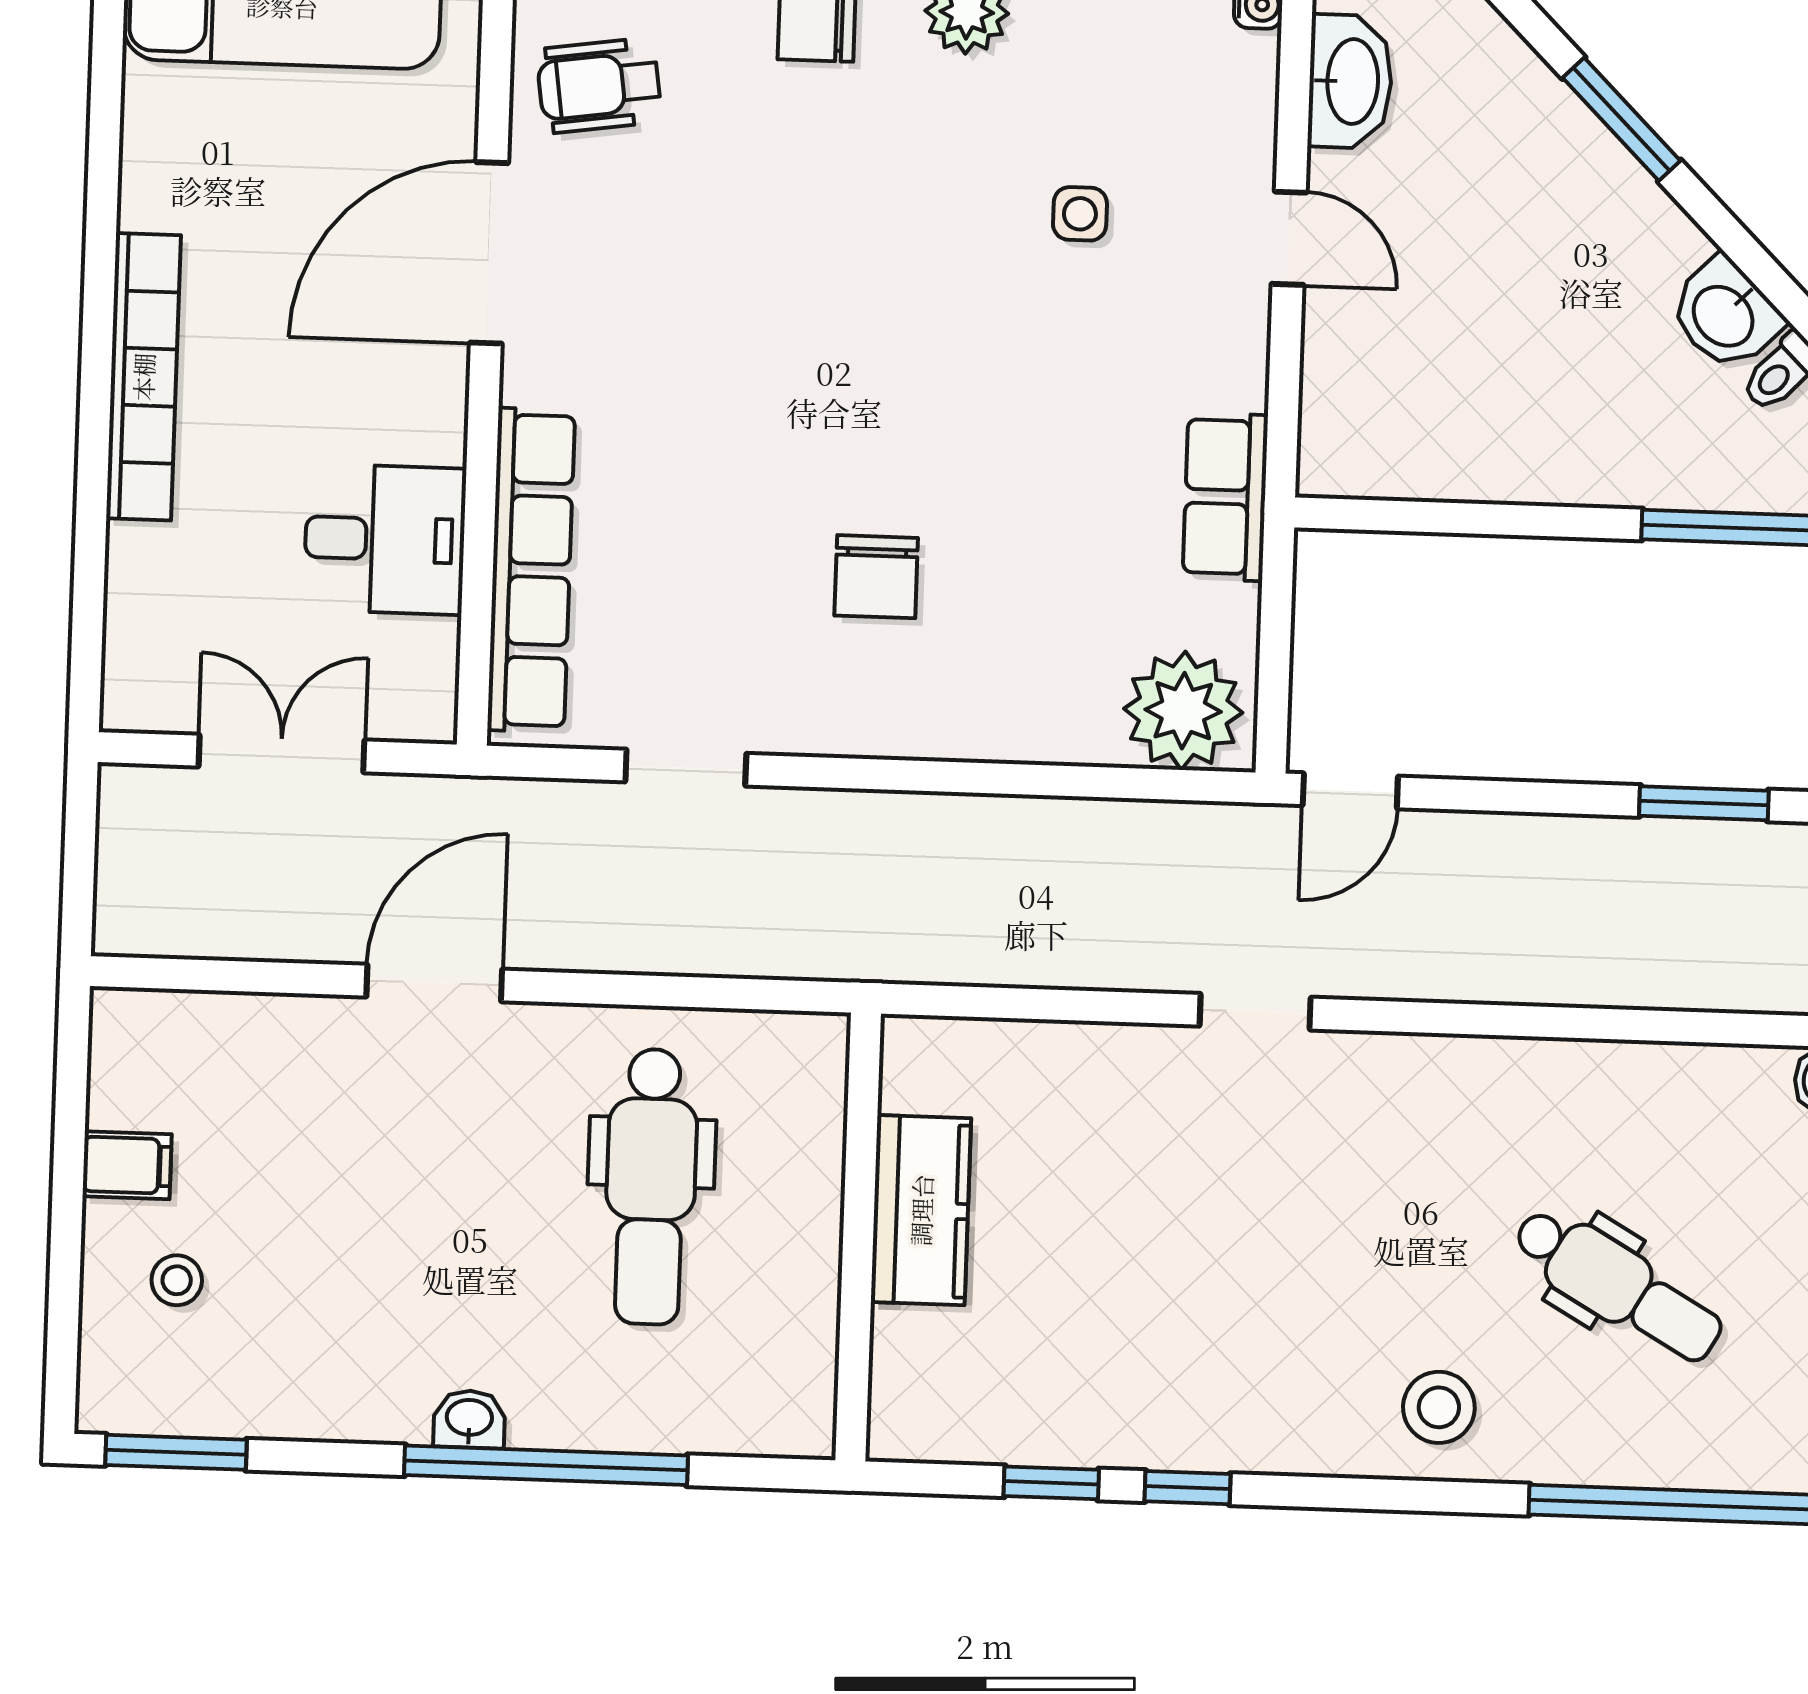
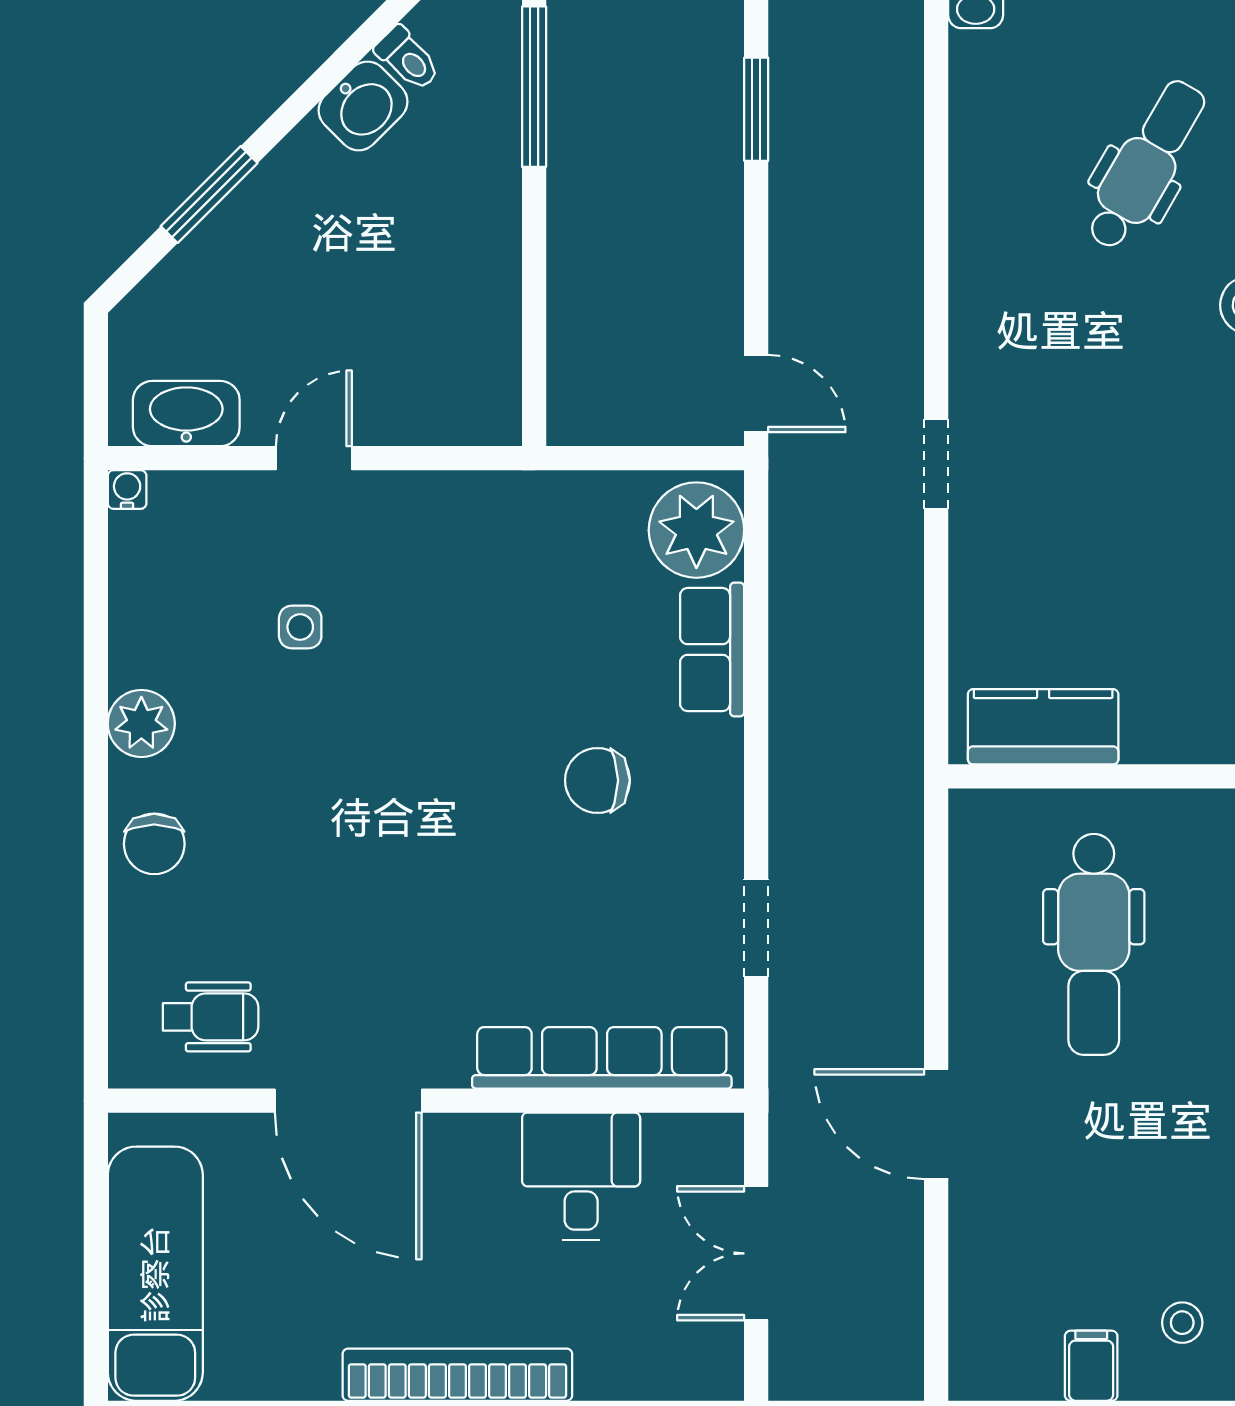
wheelchair: (599, 86) -> (211, 1017), turned -82
row of seats: (1225, 497) -> (712, 650), moved, turned 90
chair: (876, 577) -> (597, 780), turned 180
dental chair: (651, 1187) -> (1094, 944), turned 90
kitchen counter: (921, 1210) -> (1043, 727), moved

